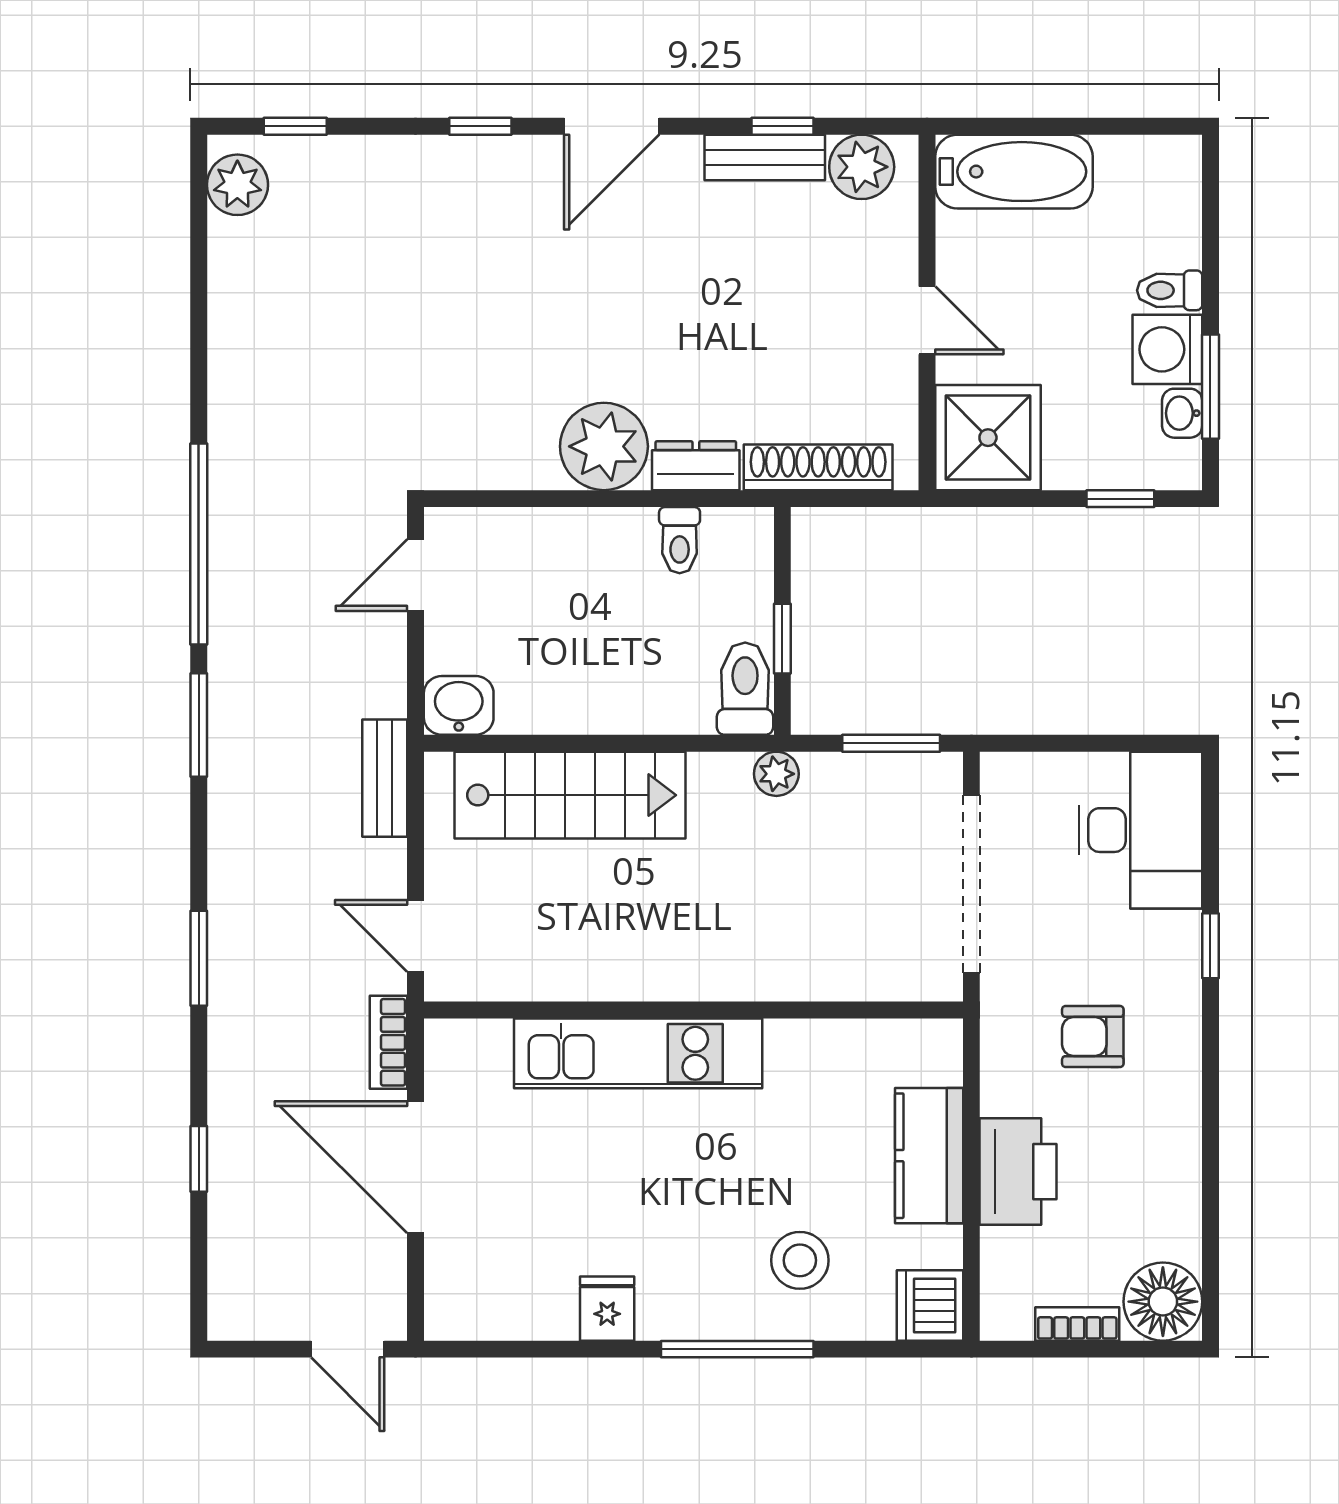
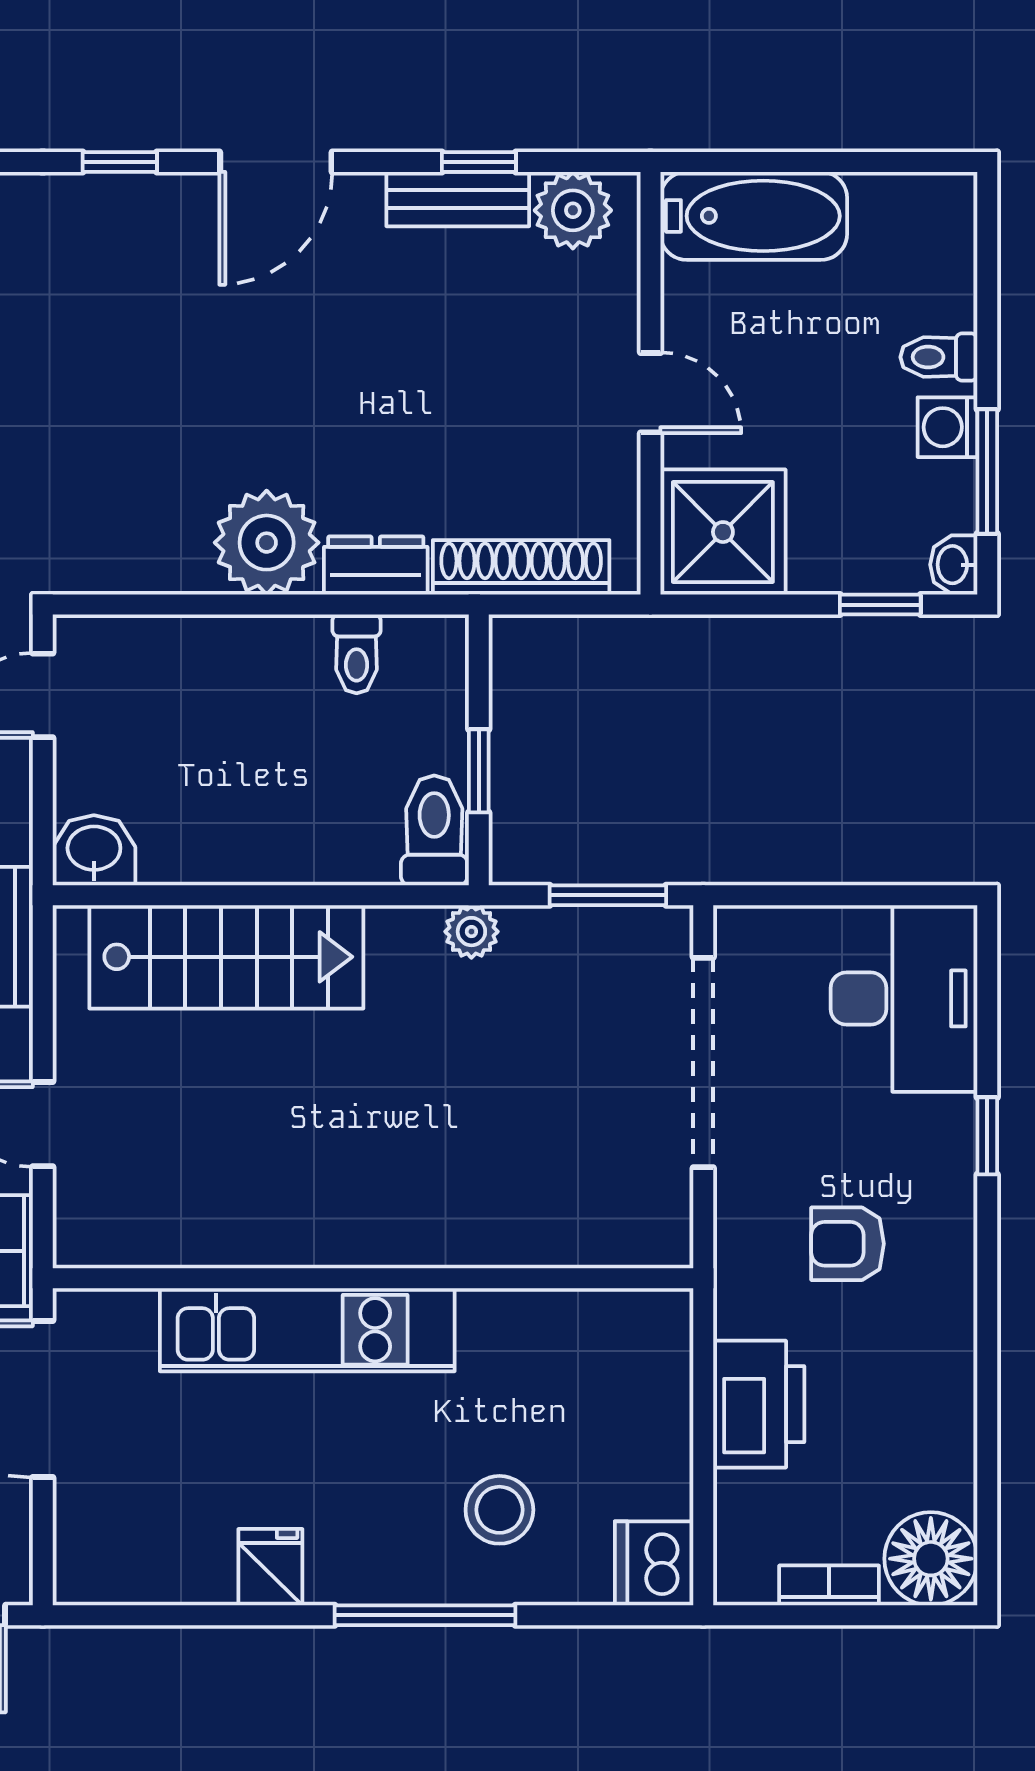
washing machine: (1167, 349) -> (948, 427), width x0.73, depth x0.73
washbasin: (1182, 413) -> (954, 565), moved
wall: (693, 1010) -> (373, 1278), moved
kitchen unit: (638, 1053) -> (307, 1330), moved
kitchen counter: (929, 1156) -> (653, 1385), removed

